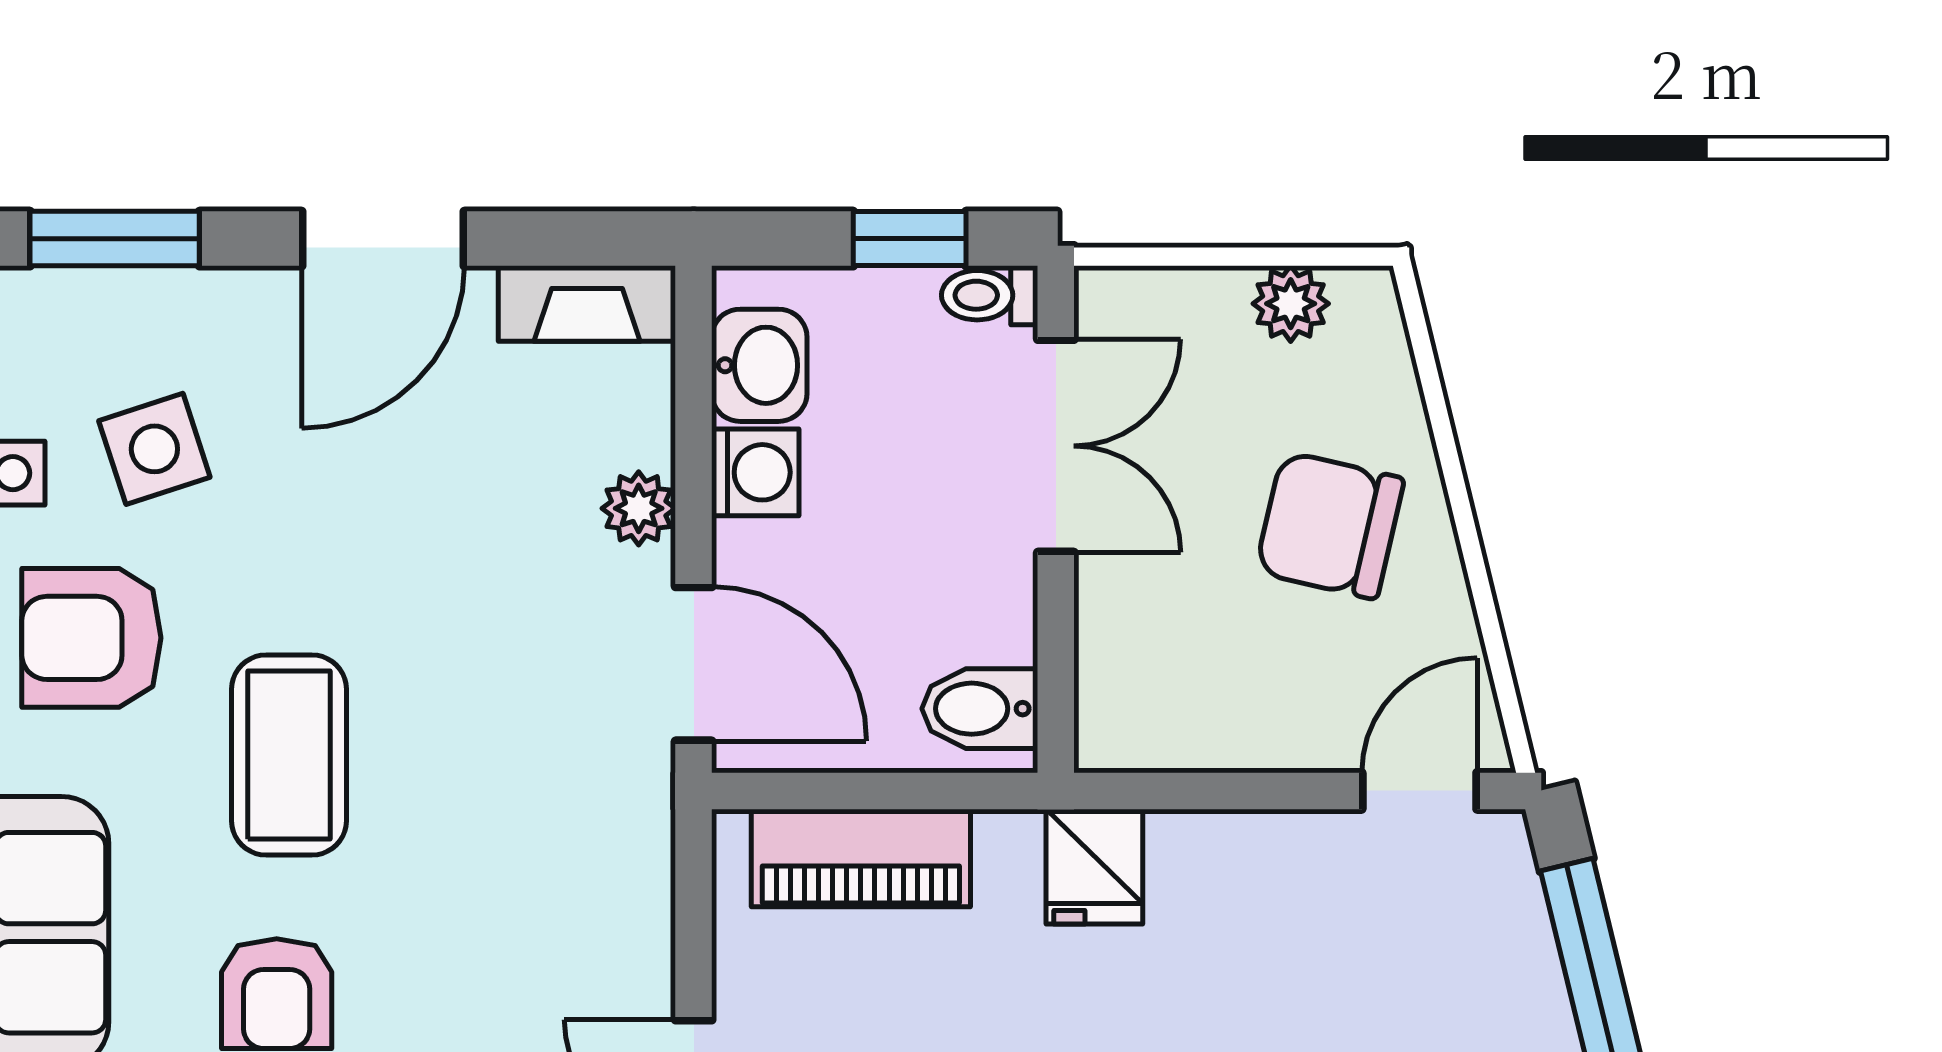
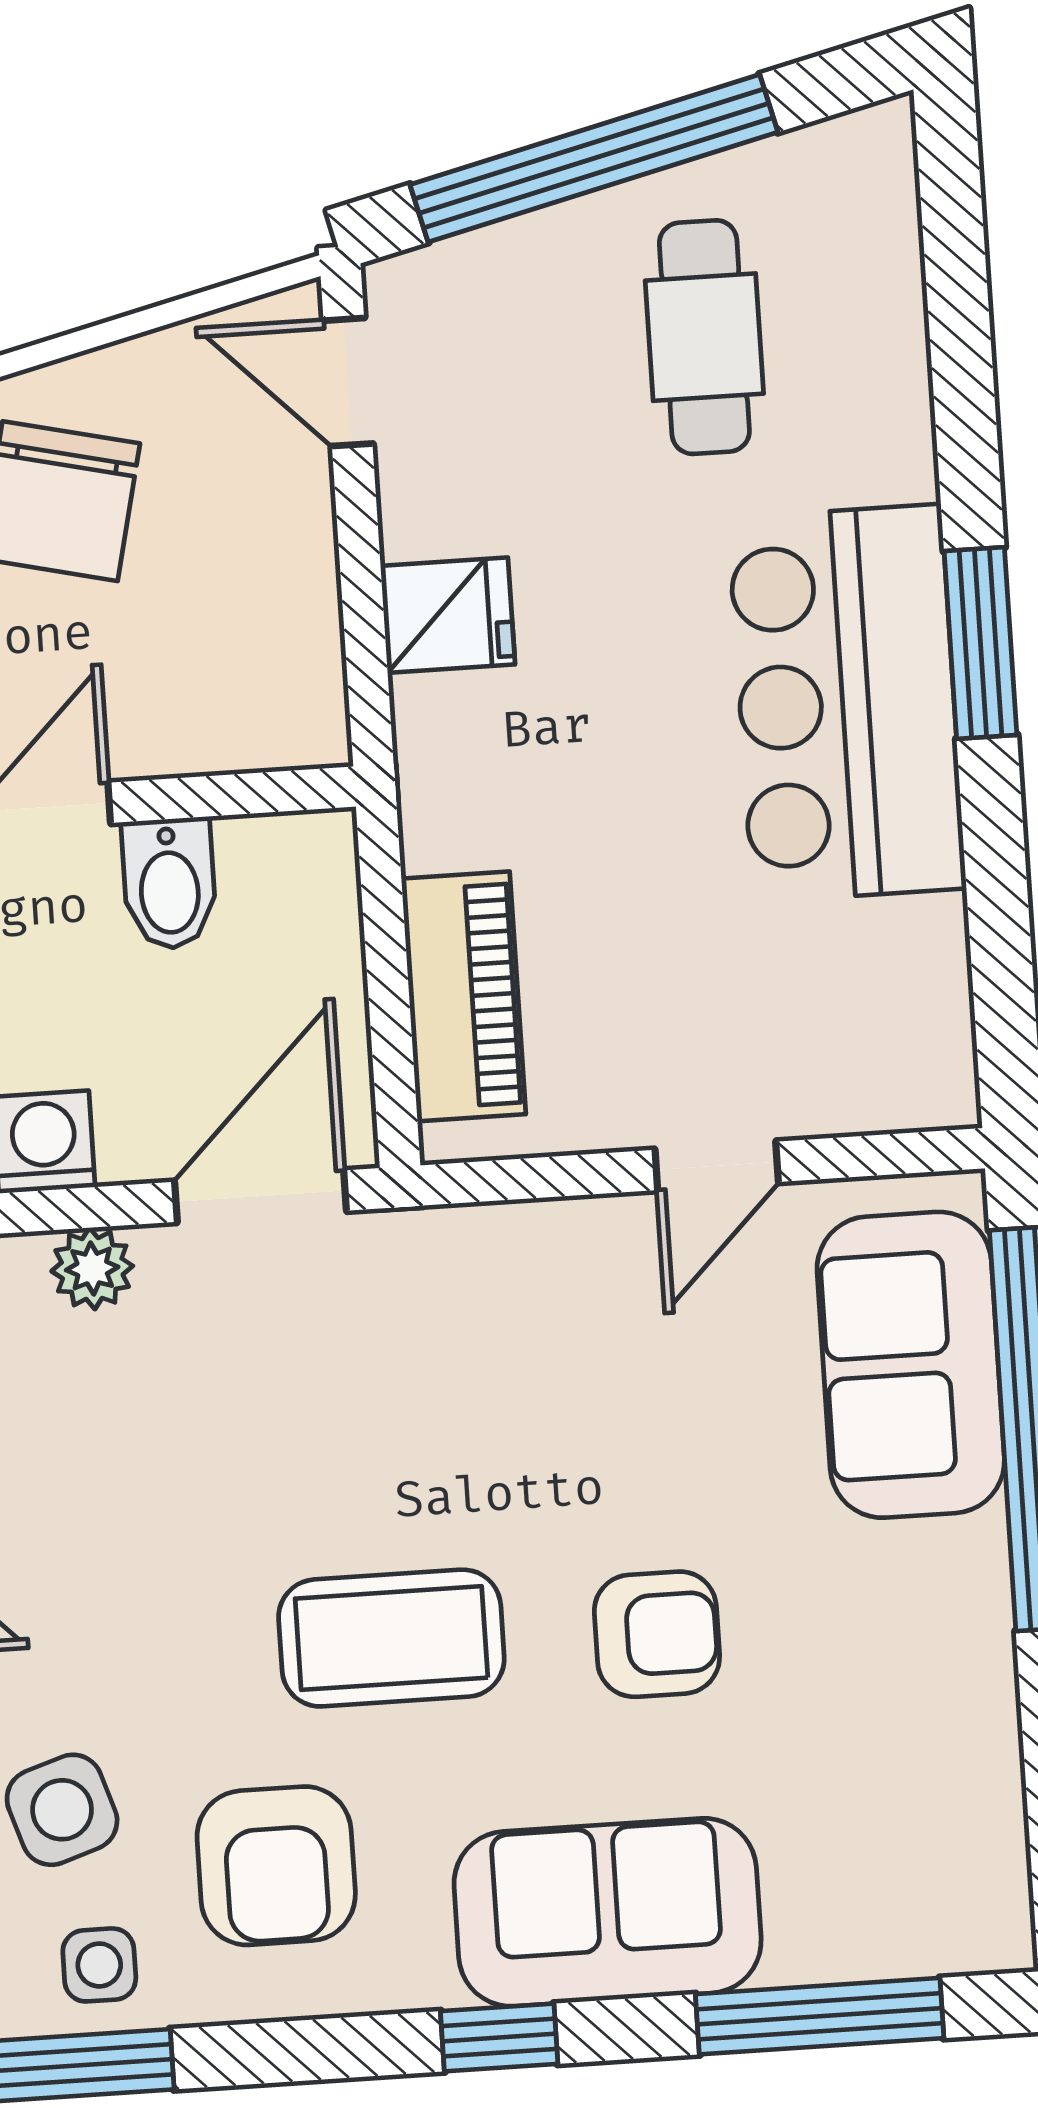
bidet: (980, 709) -> (169, 884), moved
fridge: (1094, 867) -> (448, 615), moved

